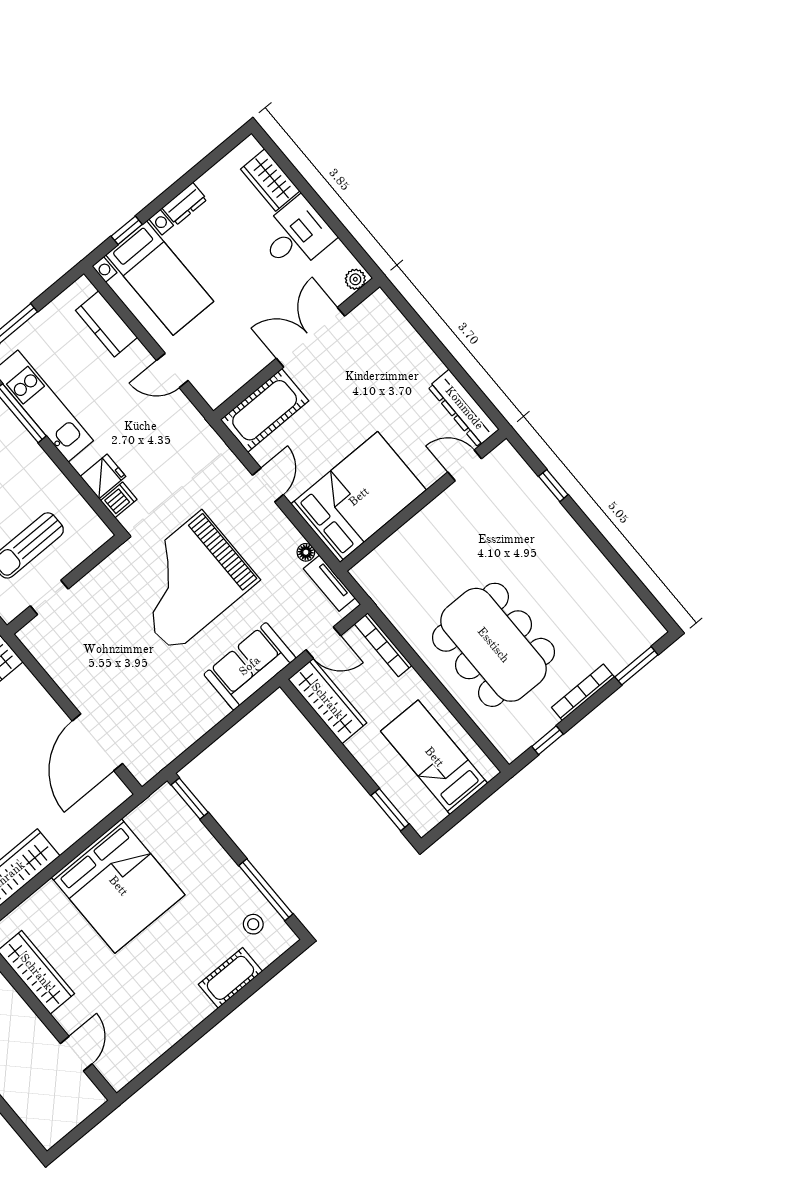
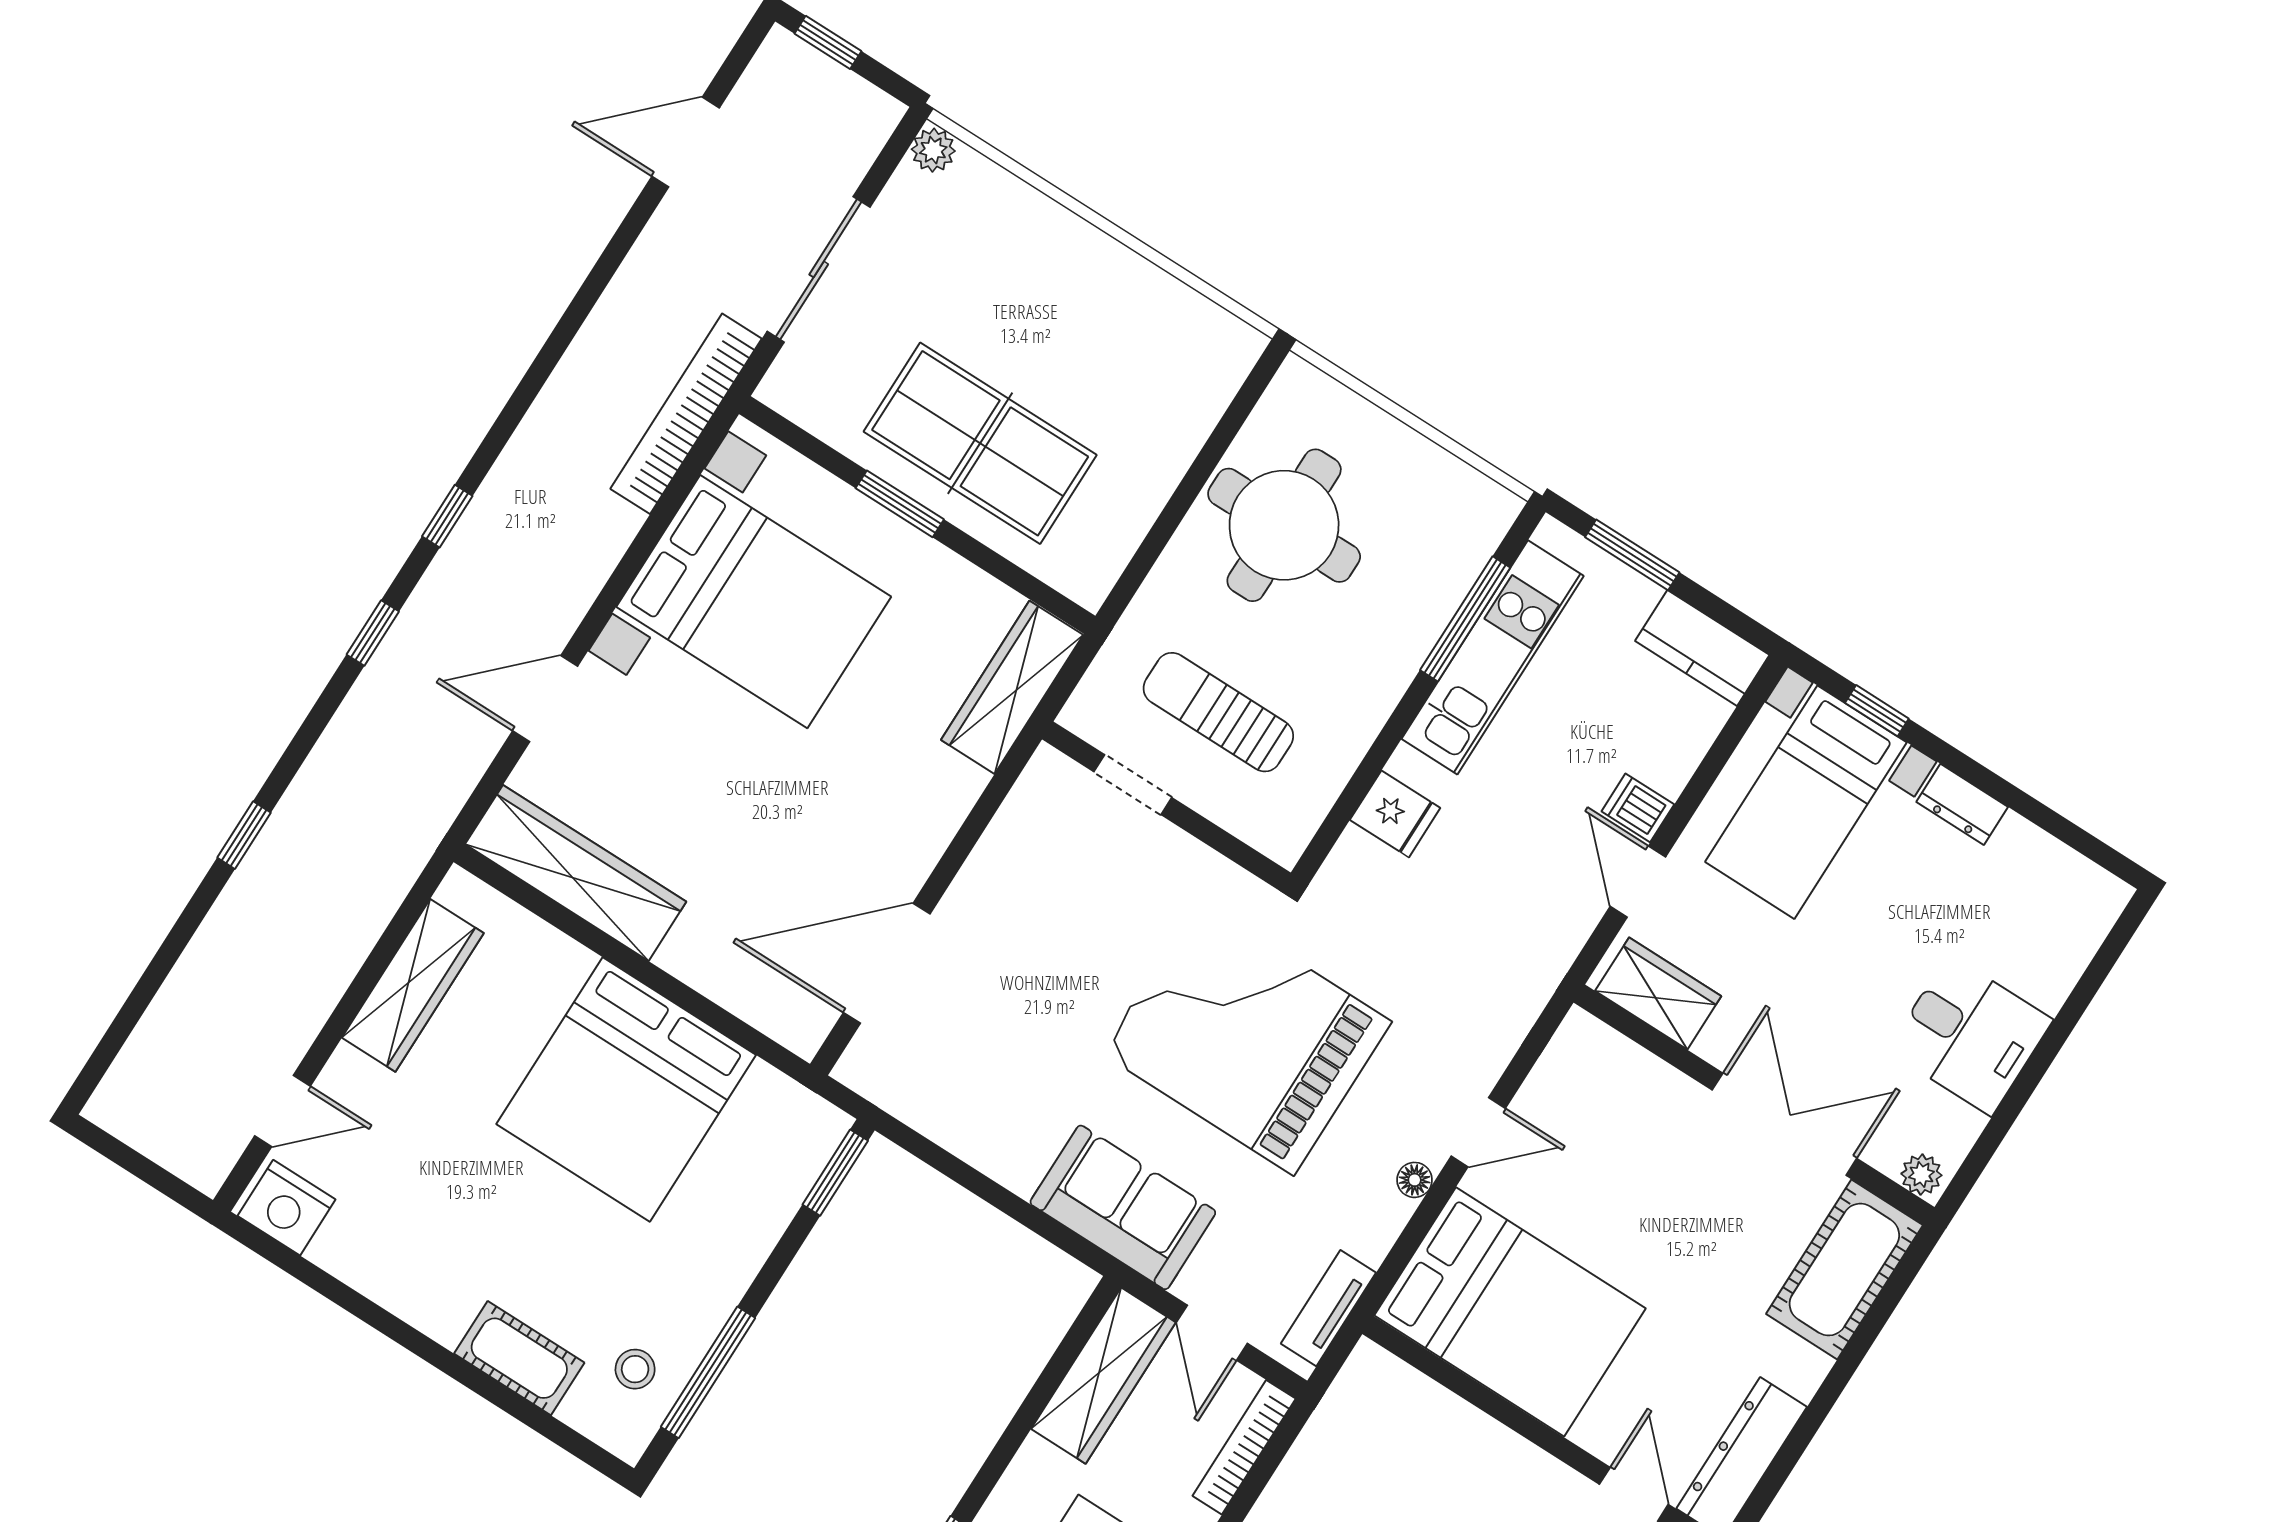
wardrobe: (270, 180) -> (1658, 994), moved, turned 90
kitchen counter: (106, 324) -> (1702, 648), moved, turned -90
cot: (265, 410) -> (1844, 1270), moved, turned 90
dishwasher: (119, 500) -> (1638, 808), moved, turned 180
floor lamp: (306, 552) -> (1415, 1180), moved
nightstand: (123, 1066) -> (287, 1208), added

